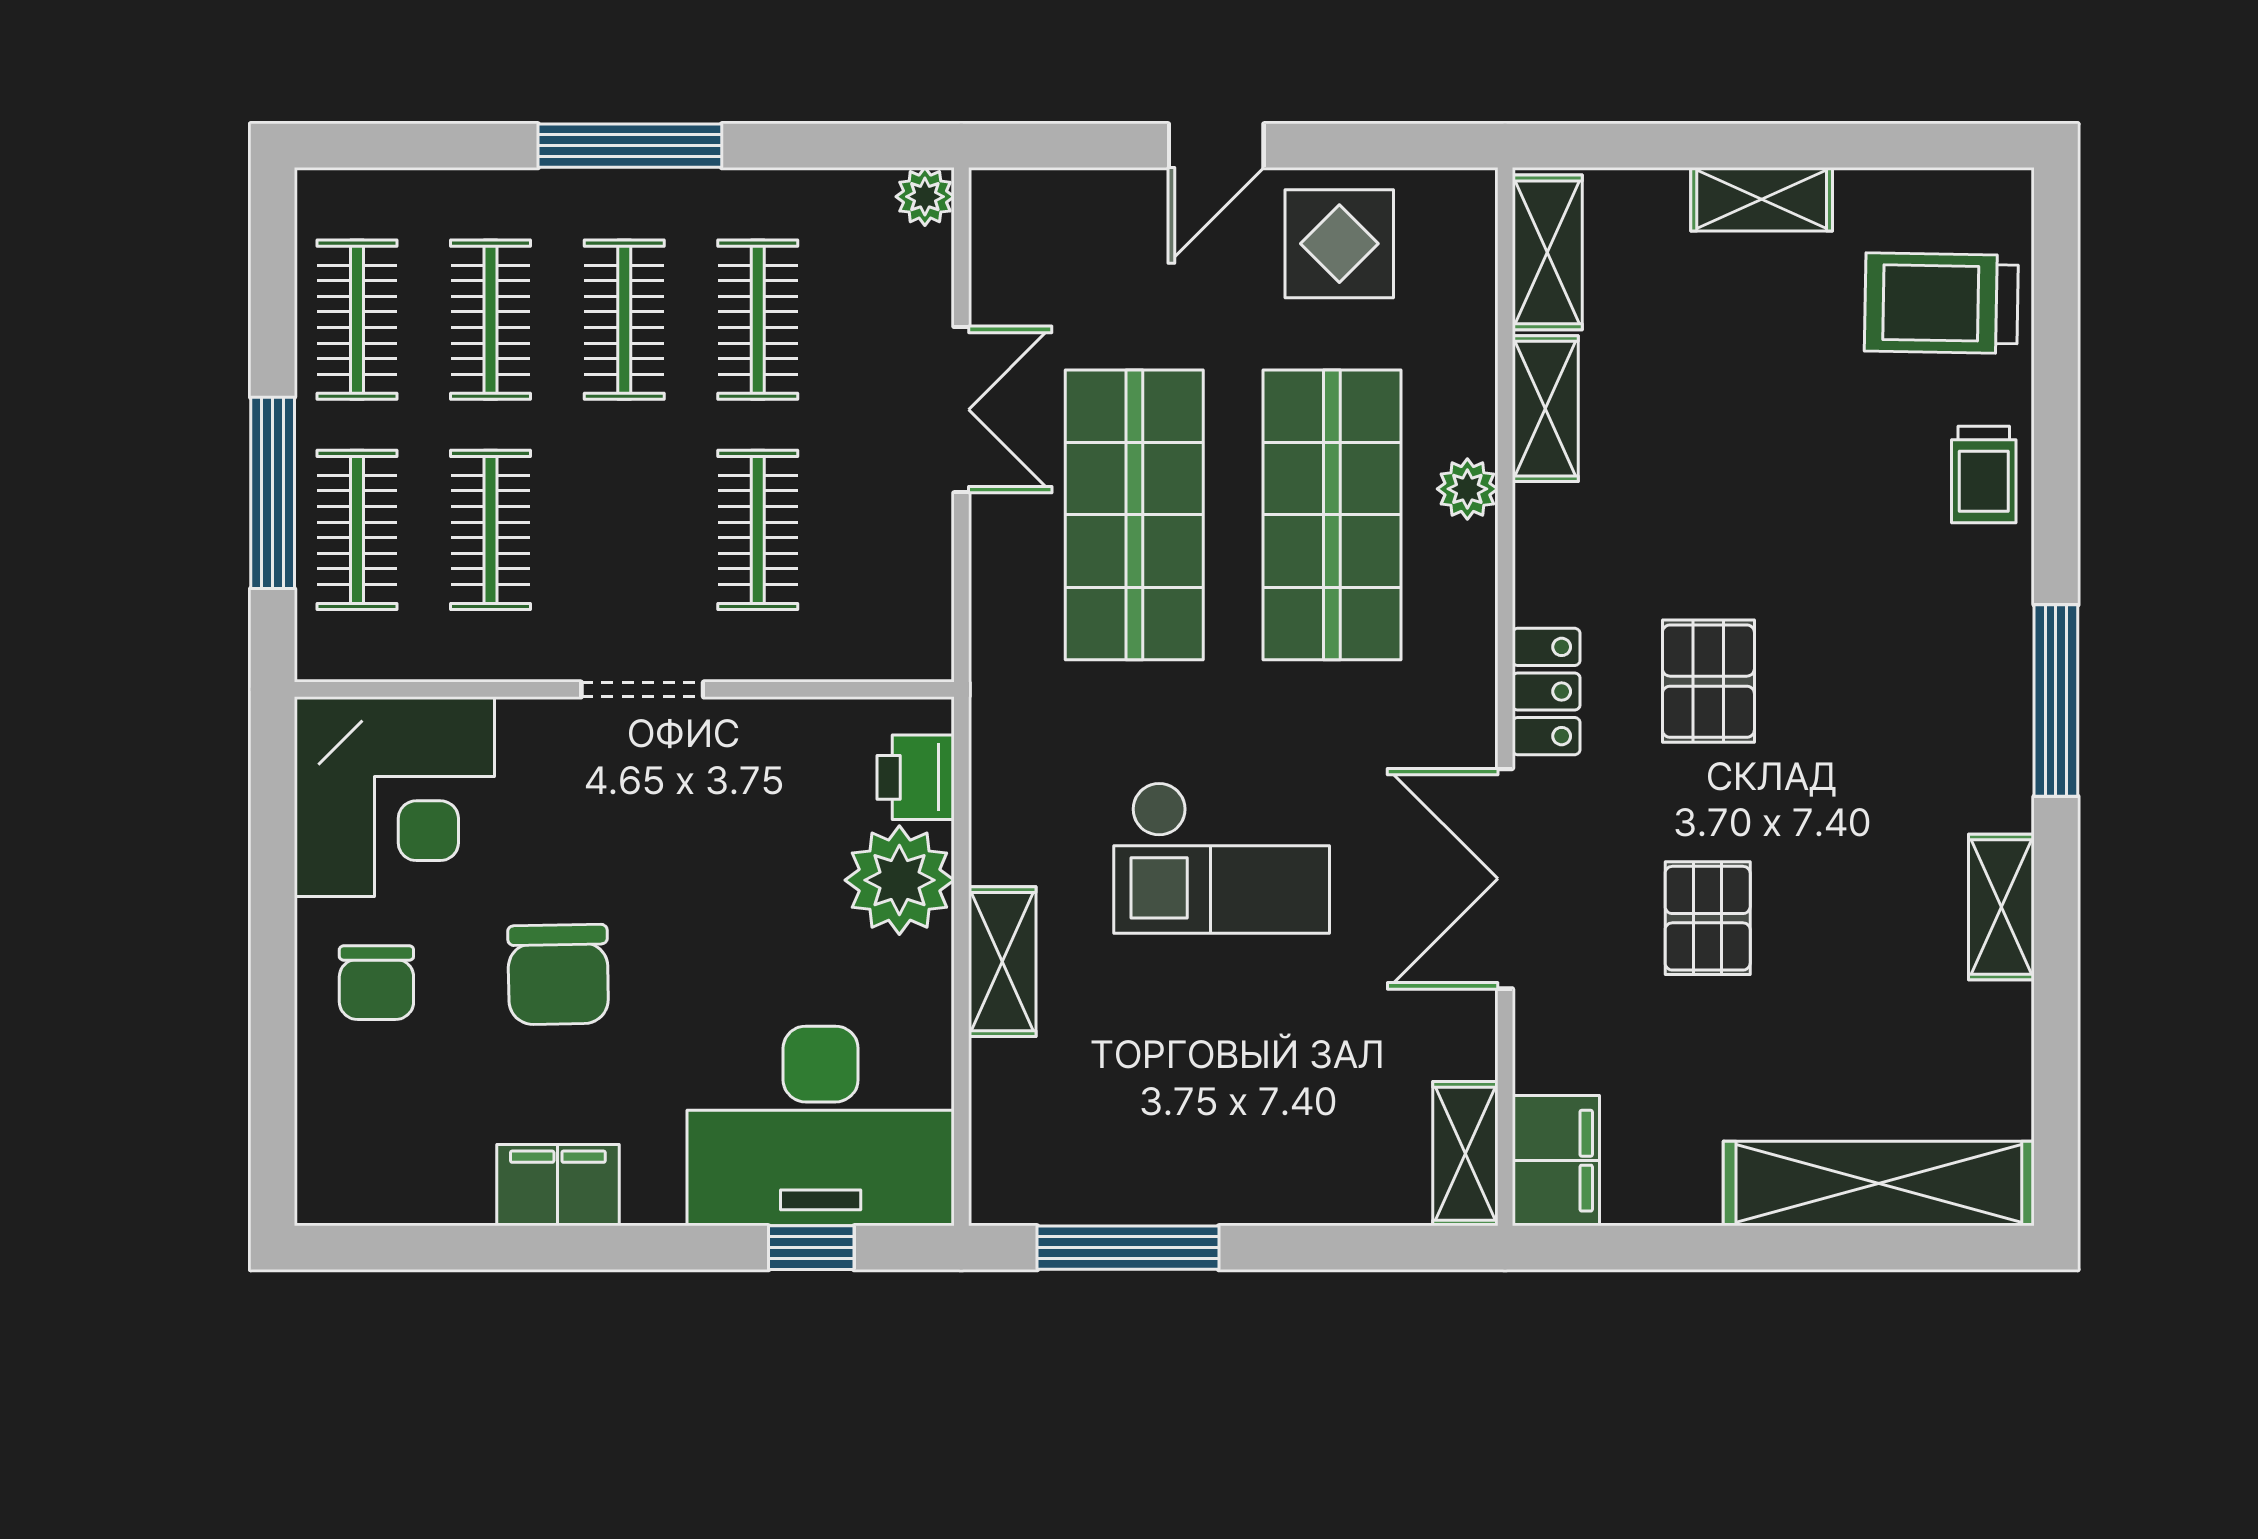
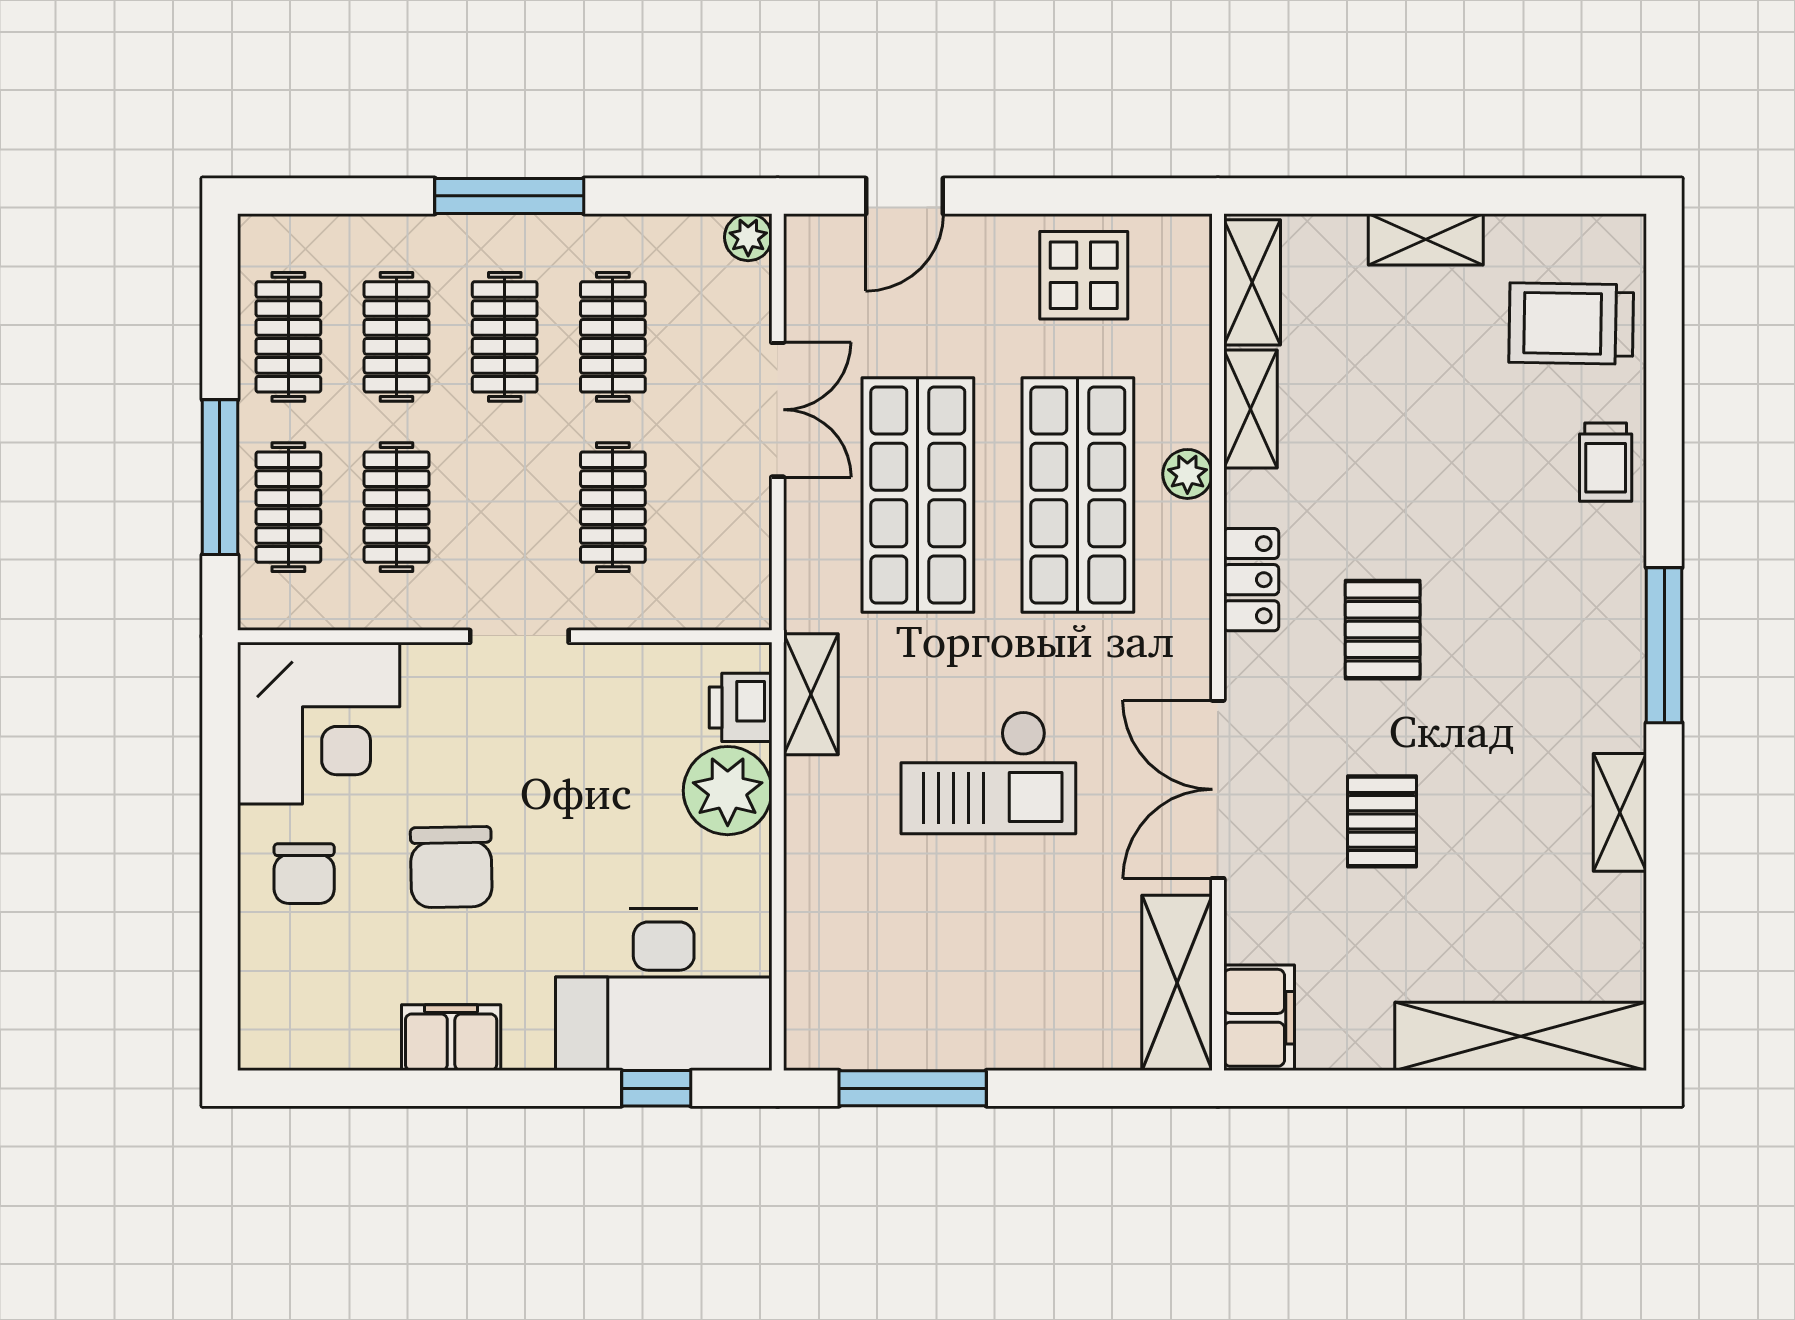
door: (1216, 146) -> (905, 196), moved
locker: (1546, 691) -> (1251, 580), moved
shelving: (1002, 962) -> (811, 694), moved
shelving: (1465, 1154) -> (1177, 983), width x1.50, depth x1.33

